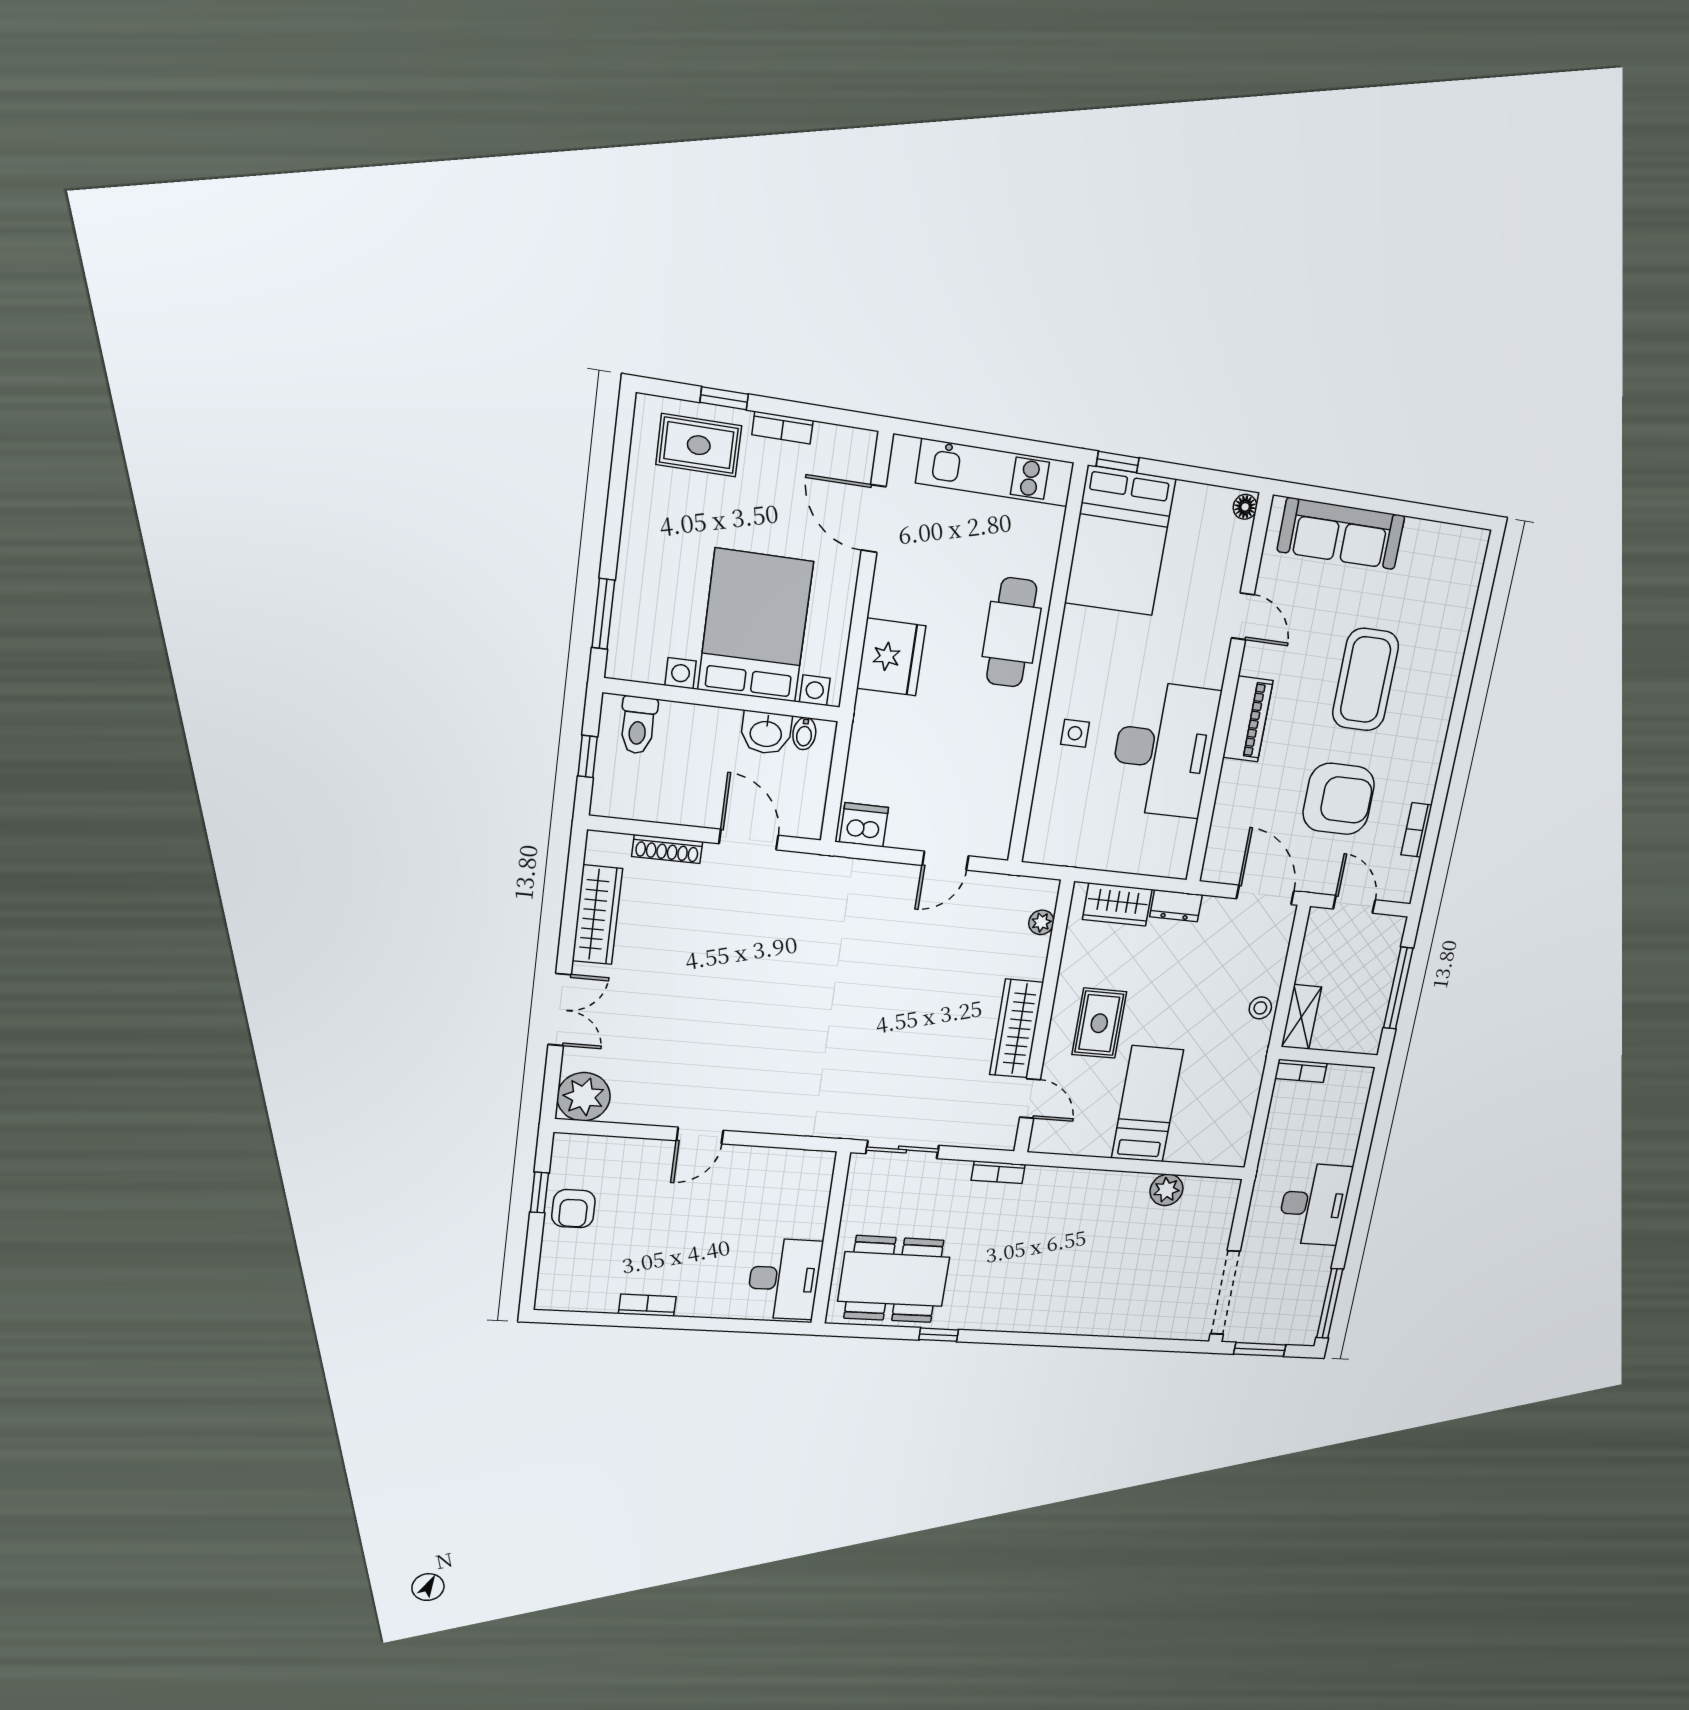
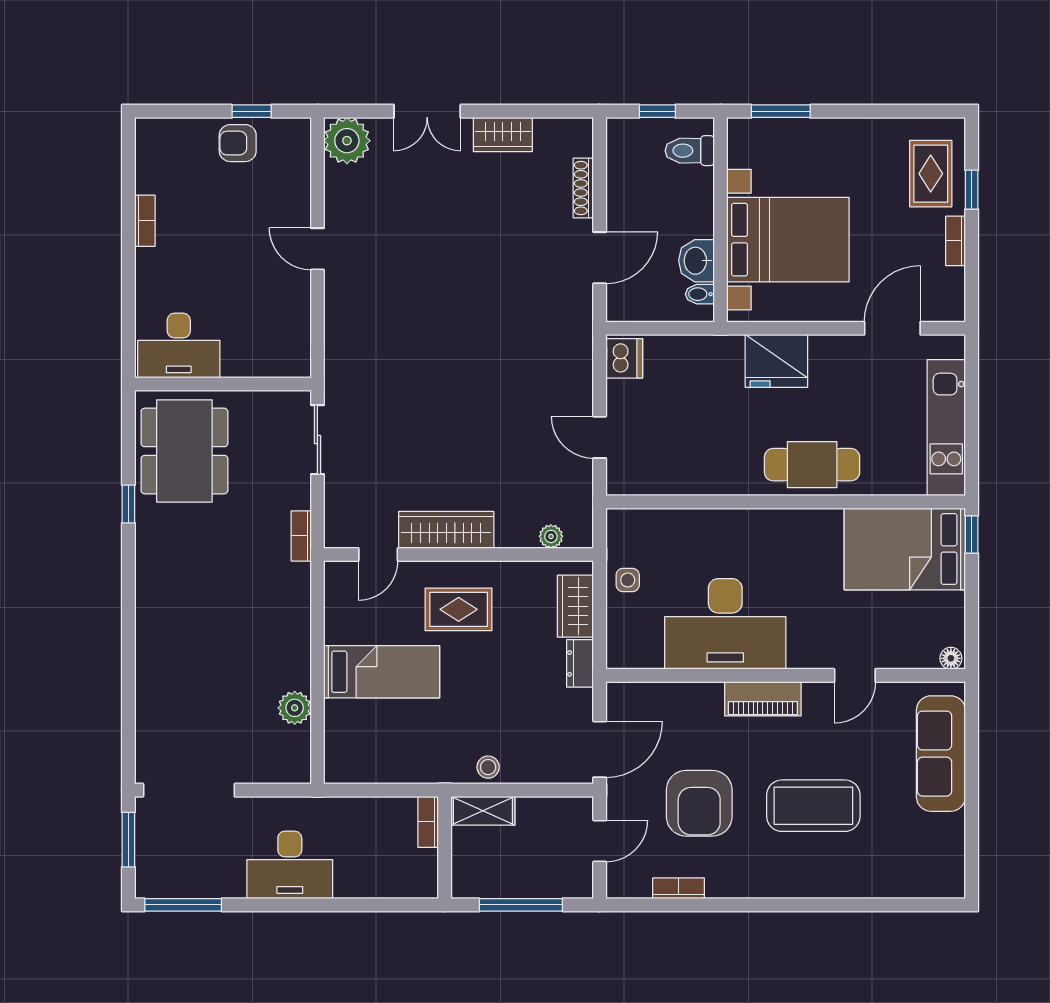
side table: (1075, 733) -> (628, 580), moved
wardrobe: (597, 915) -> (503, 134), width x0.67

